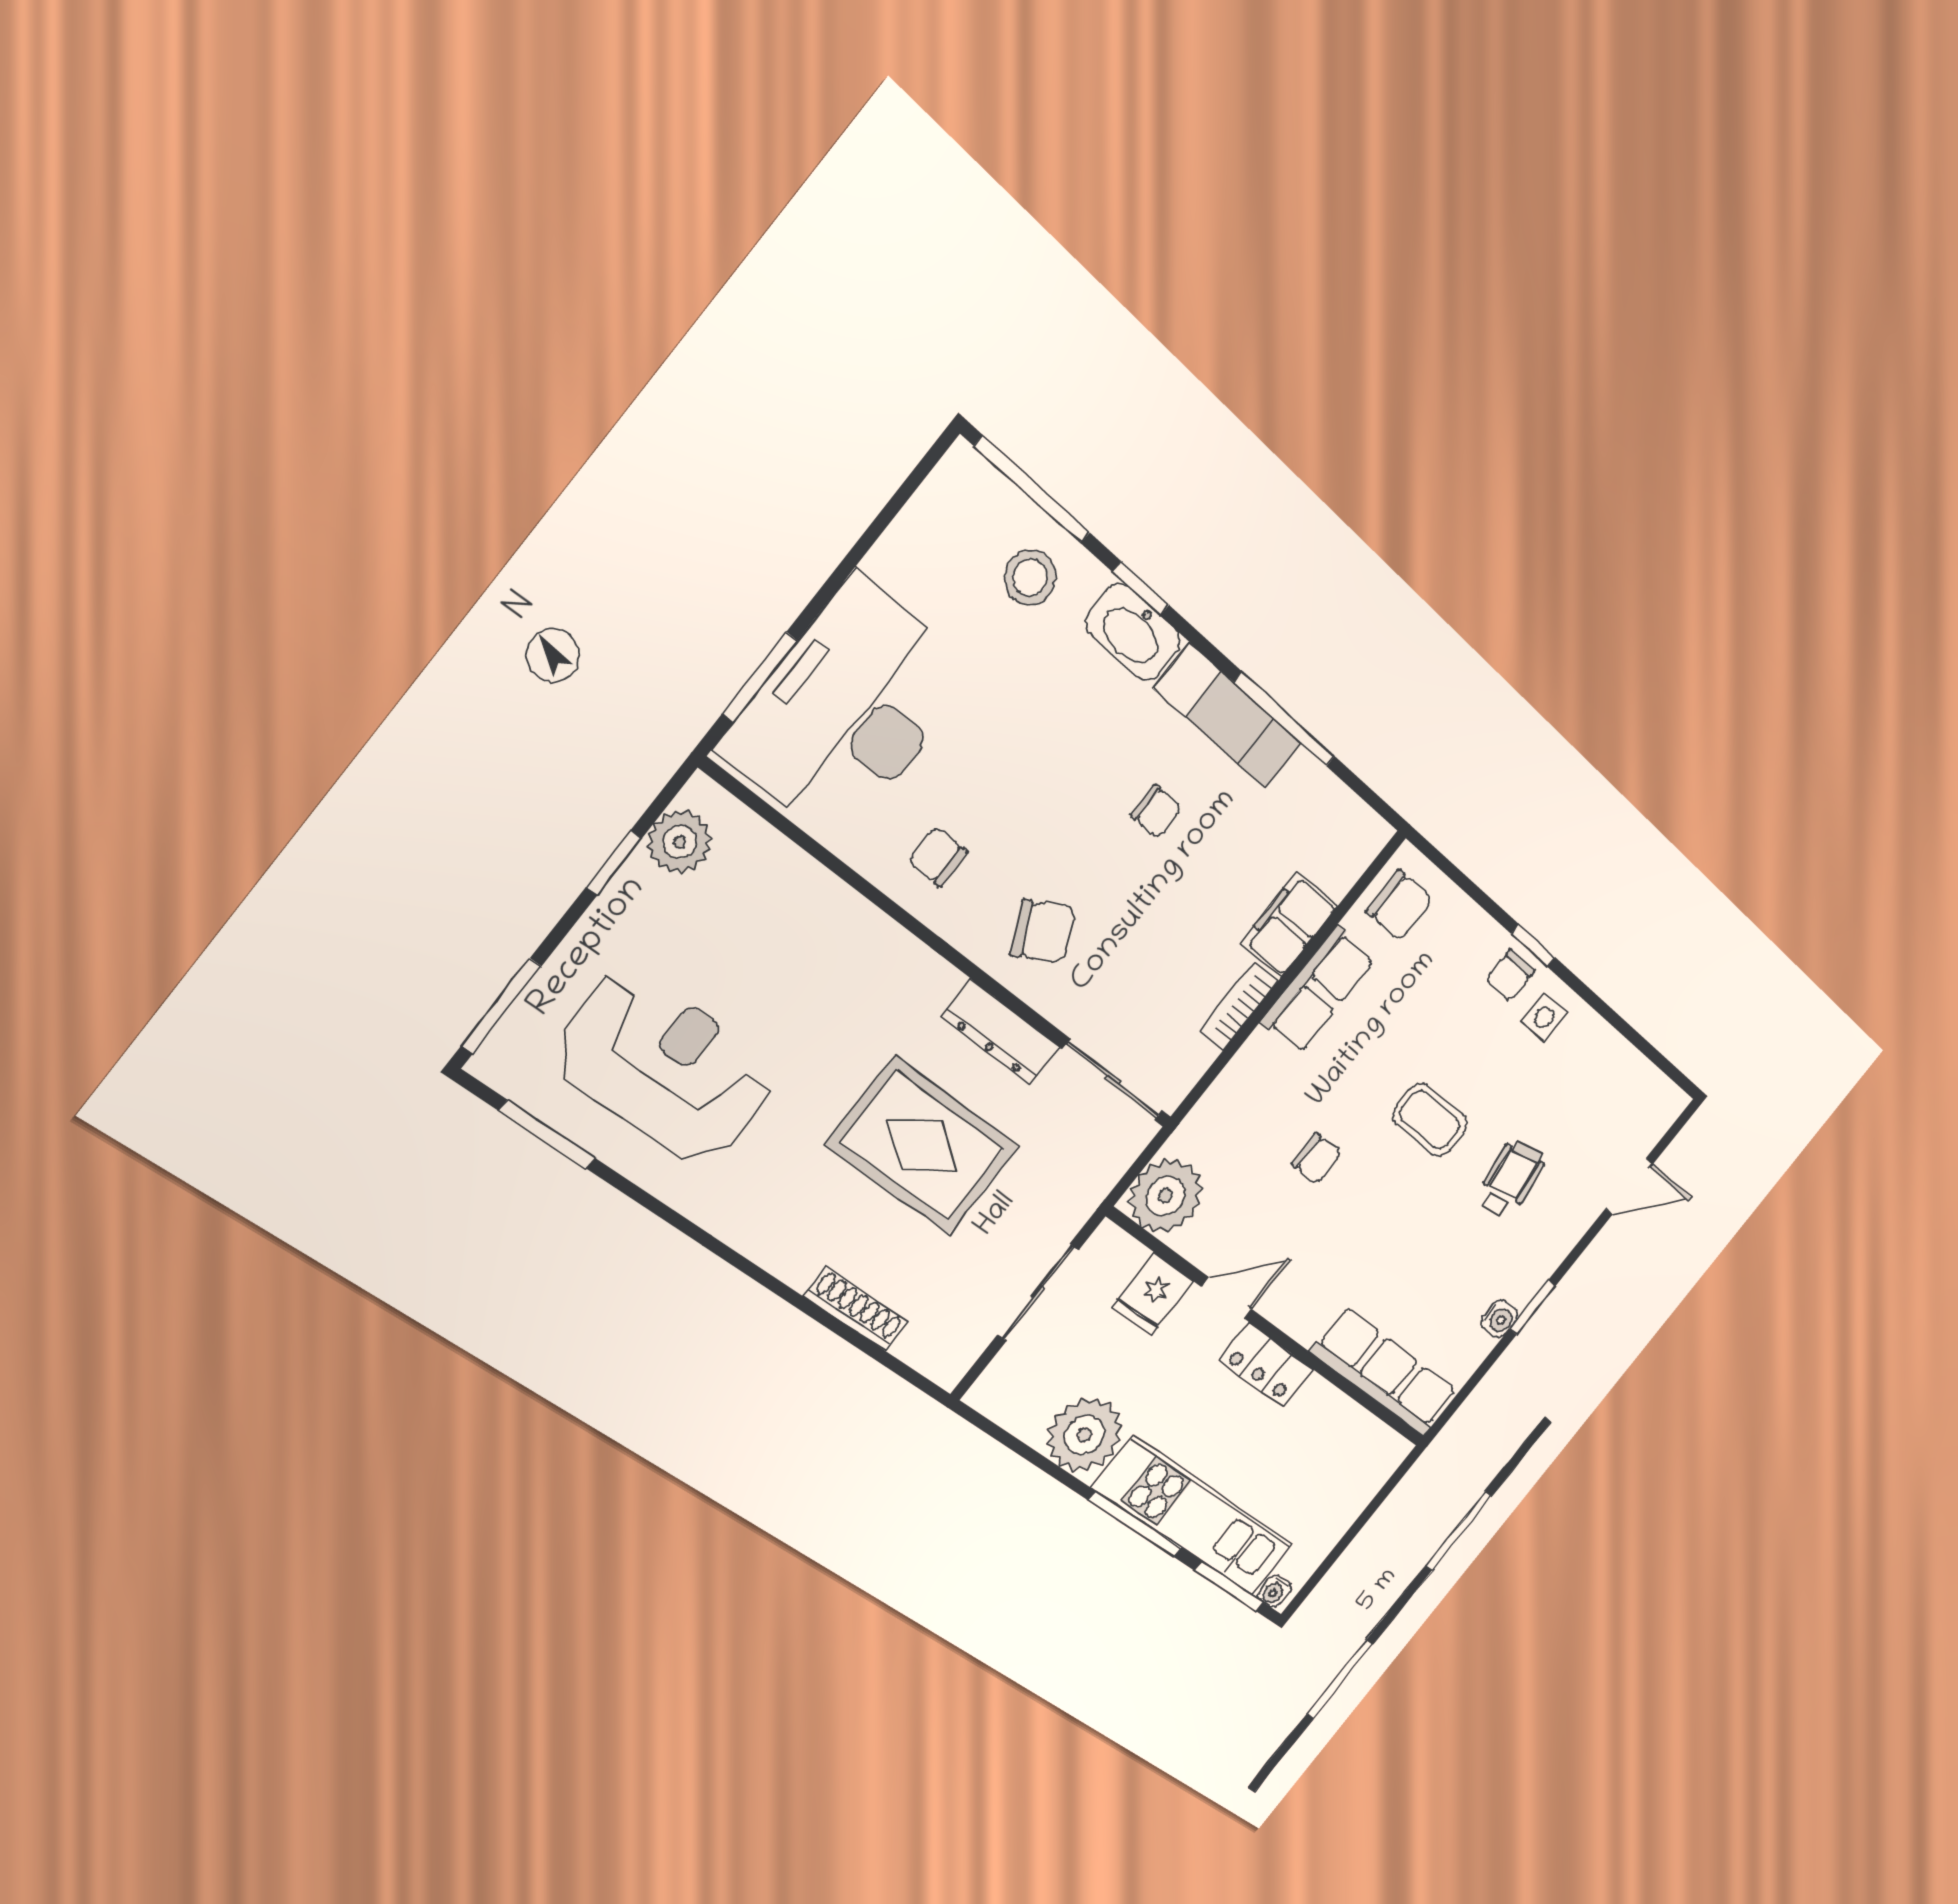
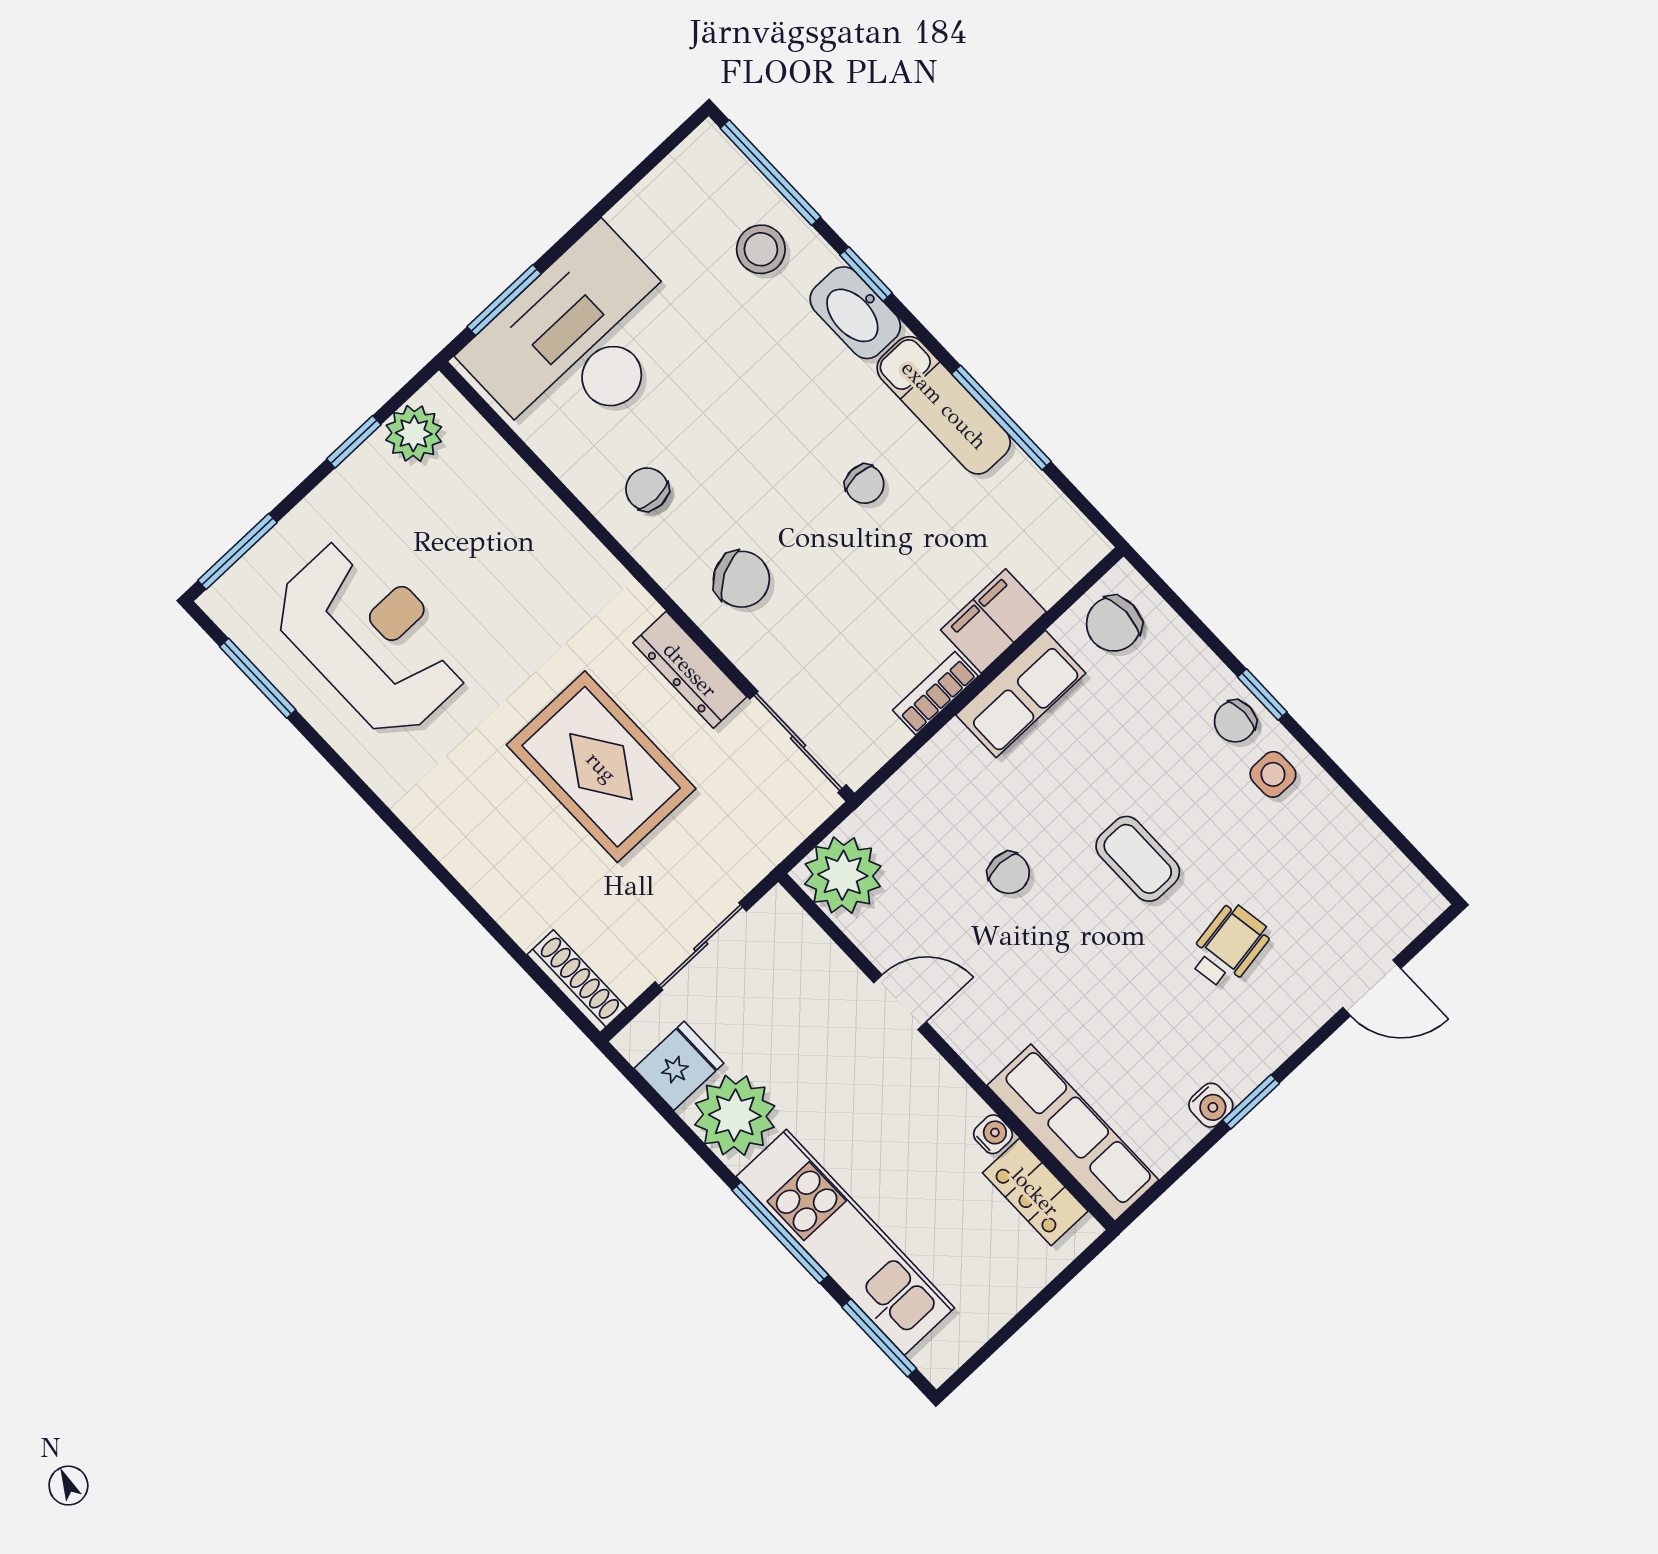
chair: (1400, 905) -> (1114, 624), turned 90
fridge: (1153, 1294) -> (679, 1066), moved, turned 180
shoe rack: (856, 1309) -> (577, 981), moved
locker: (1266, 1365) -> (1035, 1192), moved
water cooler: (1274, 1591) -> (993, 1134), moved, turned 180

